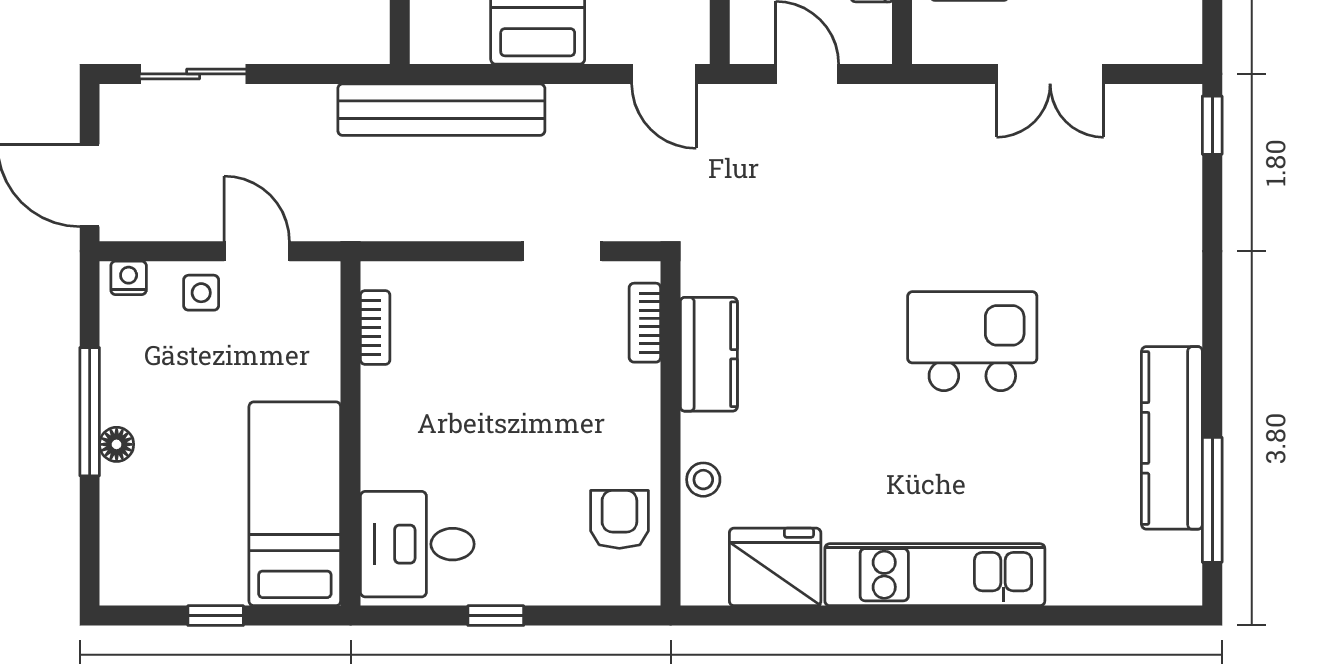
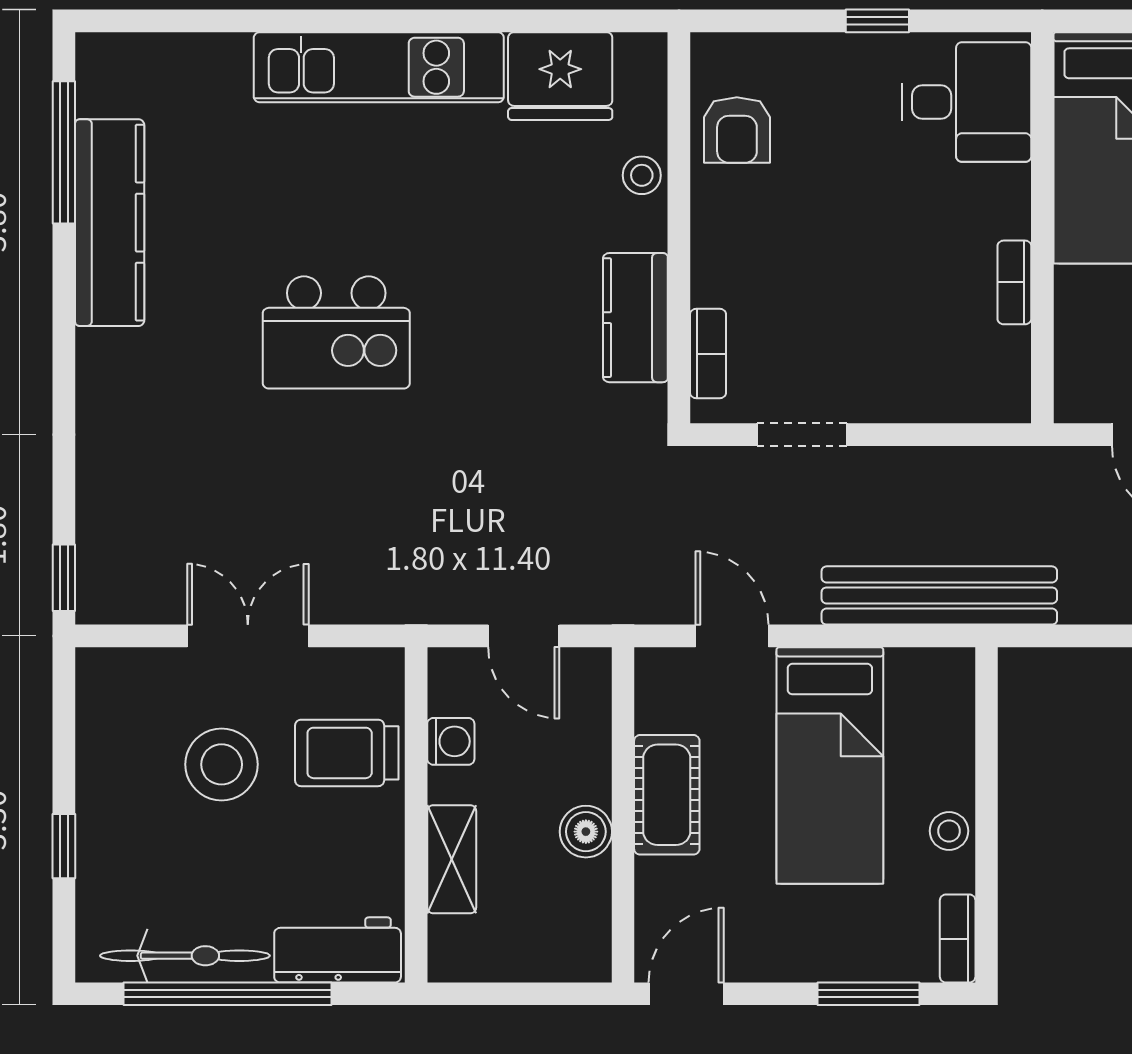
door: (664, 74) -> (732, 636), moved
bookcase: (375, 327) -> (1014, 282), moved

